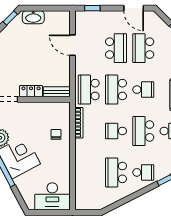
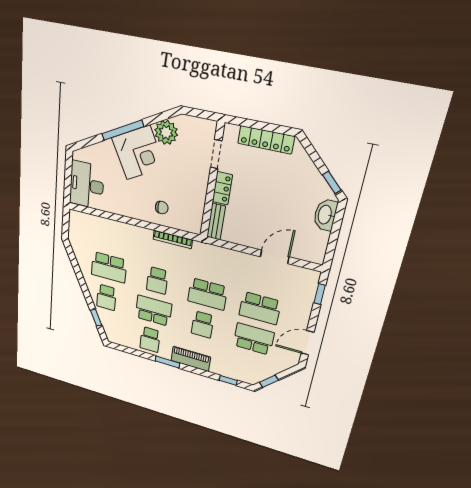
school desk: (89, 90) -> (213, 262), removed
school desk: (116, 90) -> (207, 294), turned 180
school desk: (116, 131) -> (157, 280), turned 180
school desk: (116, 172) -> (109, 267), turned 180

